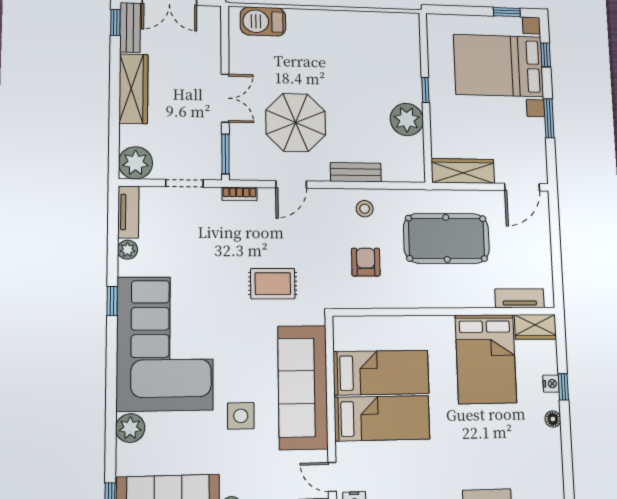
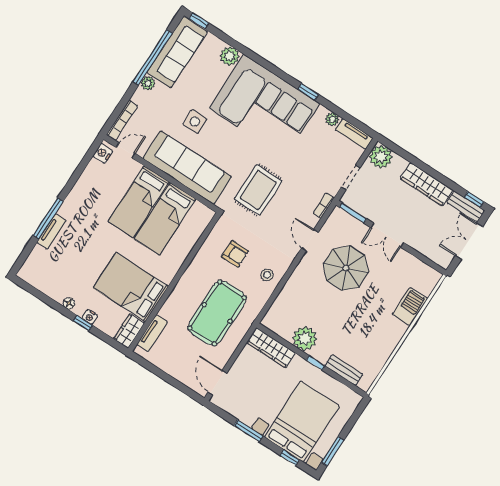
window: (507, 12) -> (333, 451), width x1.50
barbecue: (263, 22) -> (410, 307), moved
wardrobe: (463, 171) -> (271, 348), moved, turned 90
bench: (356, 172) -> (344, 370), moved, turned 90
rug: (273, 284) -> (258, 190), width x1.36, depth x1.43

